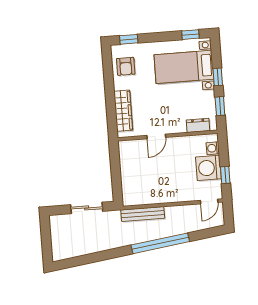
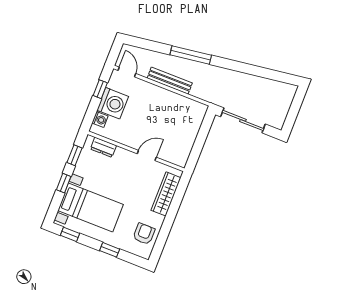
window: (129, 39) -> (110, 250), moved
door: (209, 201) -> (127, 72), hinge flipped
sliding door: (87, 208) -> (243, 120), width x1.37
bench: (143, 214) -> (170, 81), moved
window: (160, 243) -> (191, 55), width x0.68

